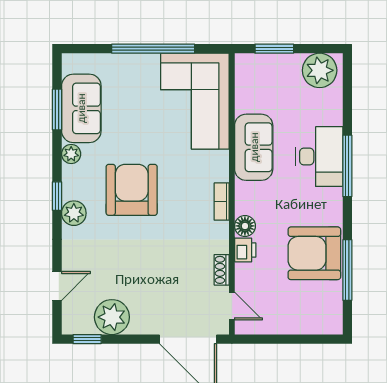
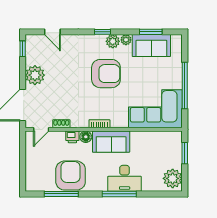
sofa: (254, 147) -> (111, 142), moved
plant: (74, 213) -> (113, 41), moved
plant: (112, 317) -> (35, 75), moved

